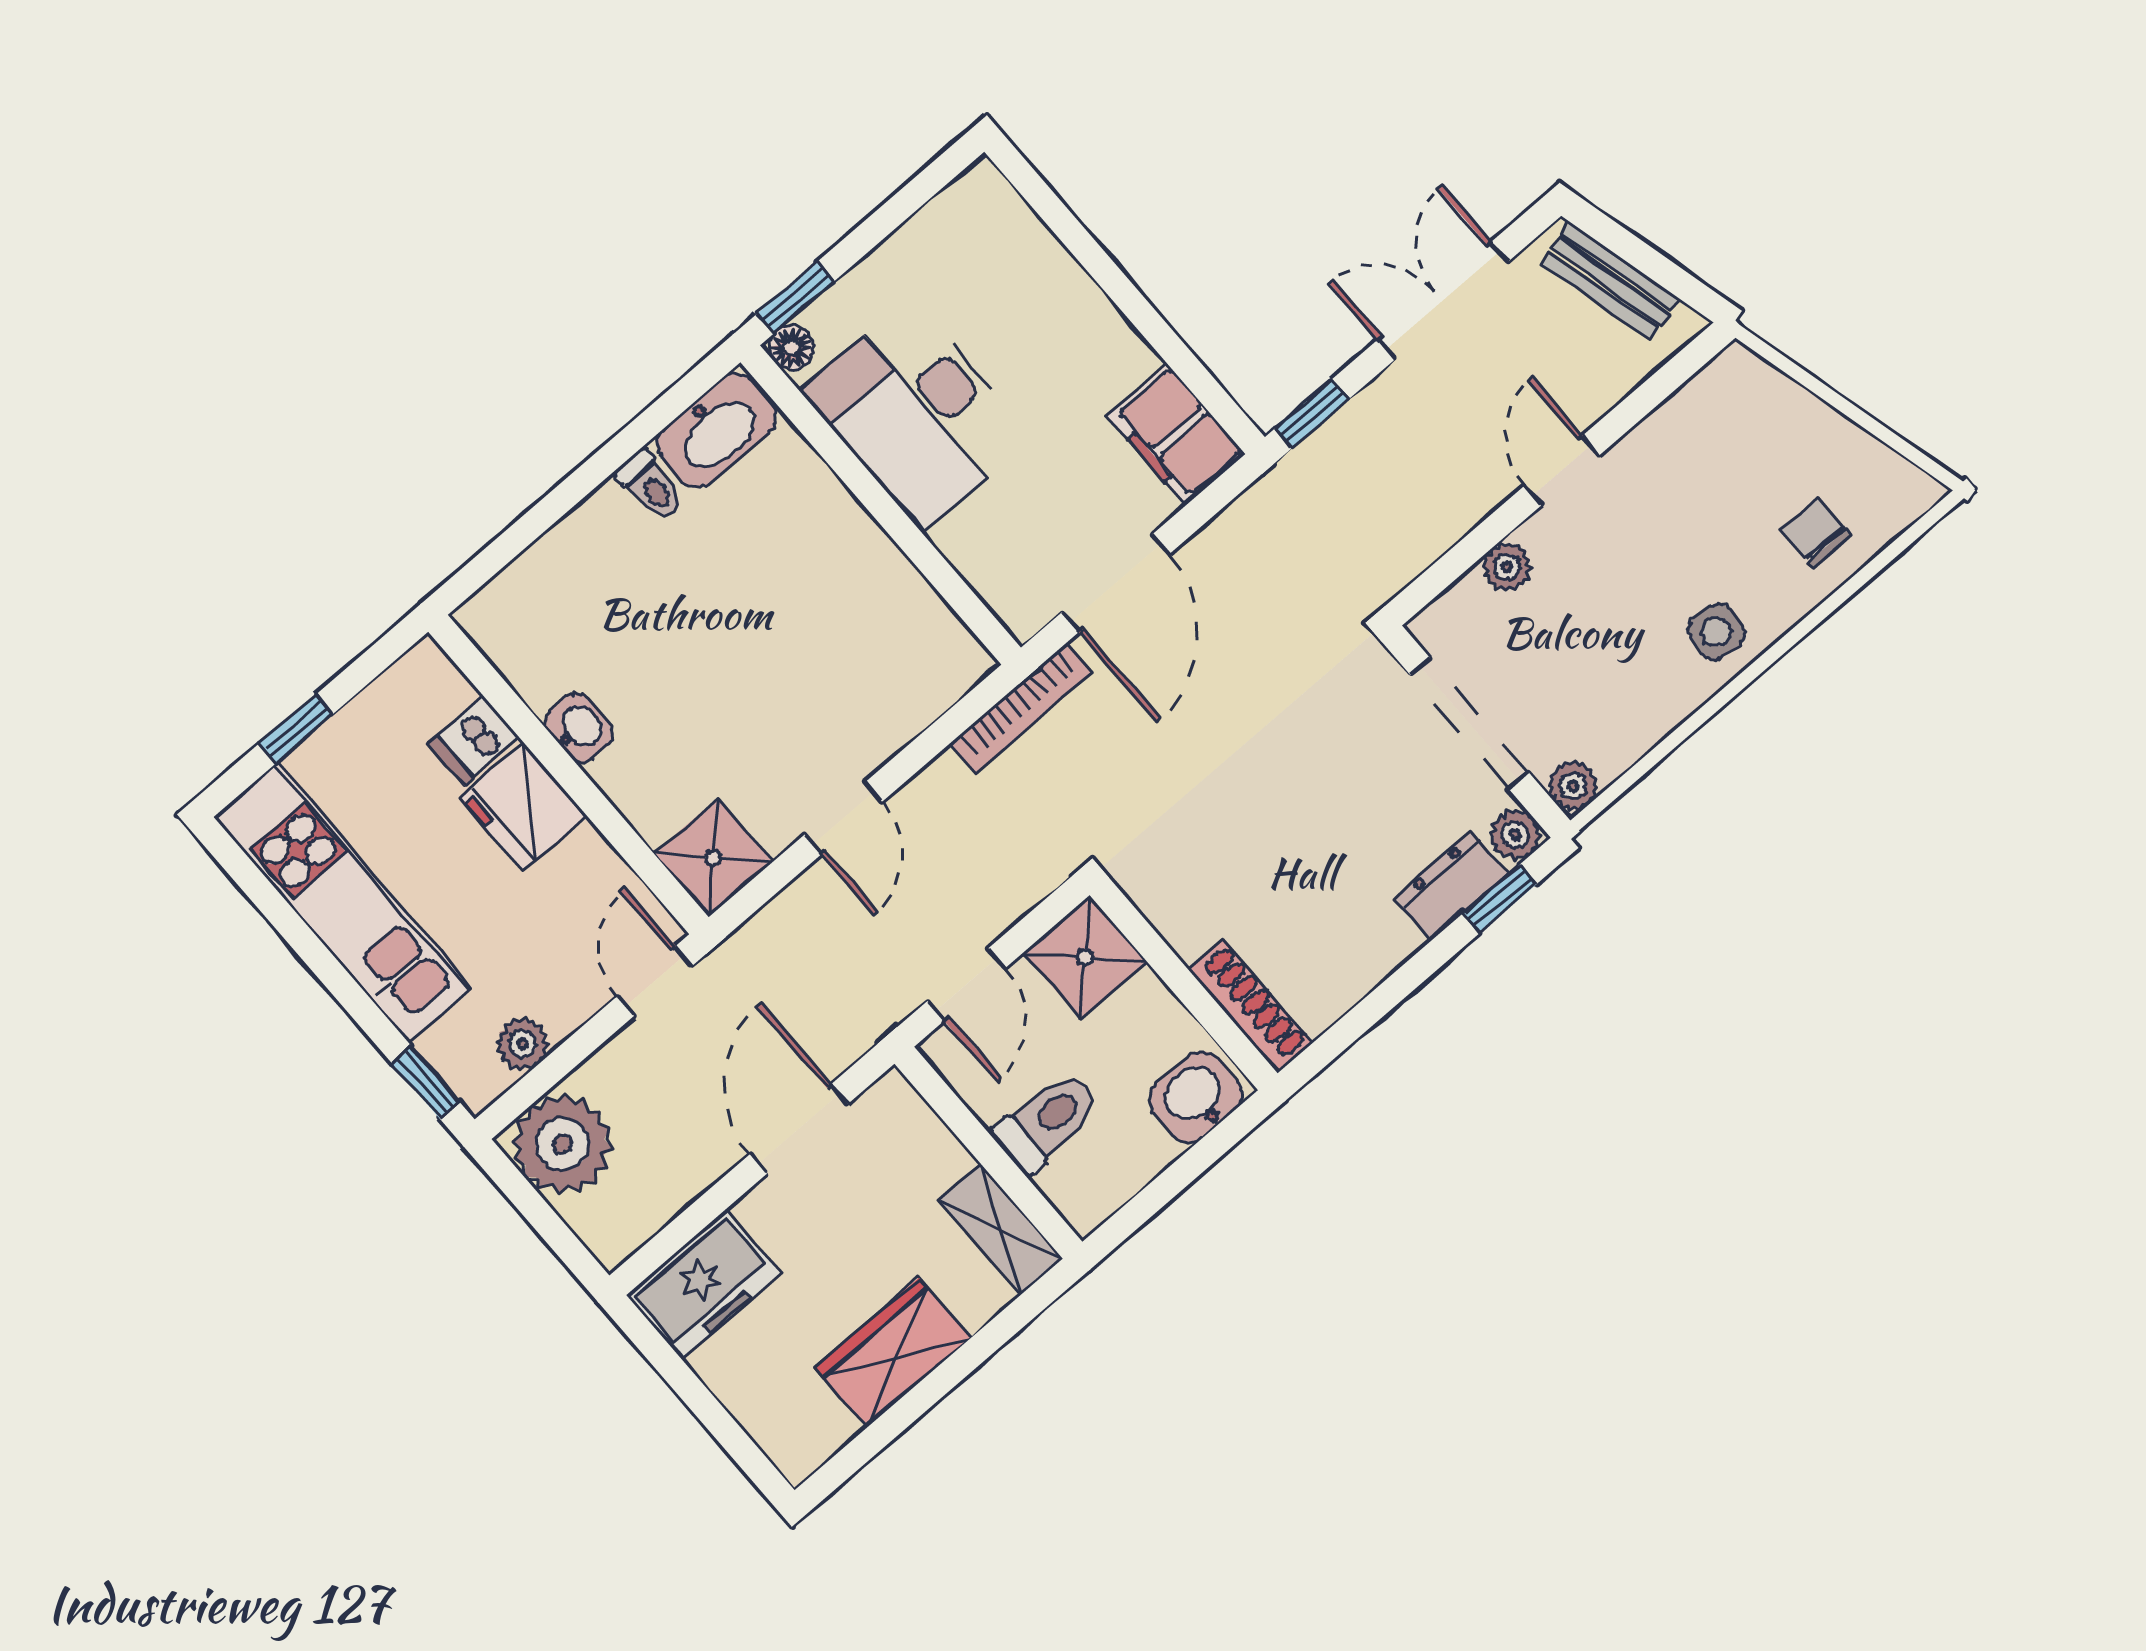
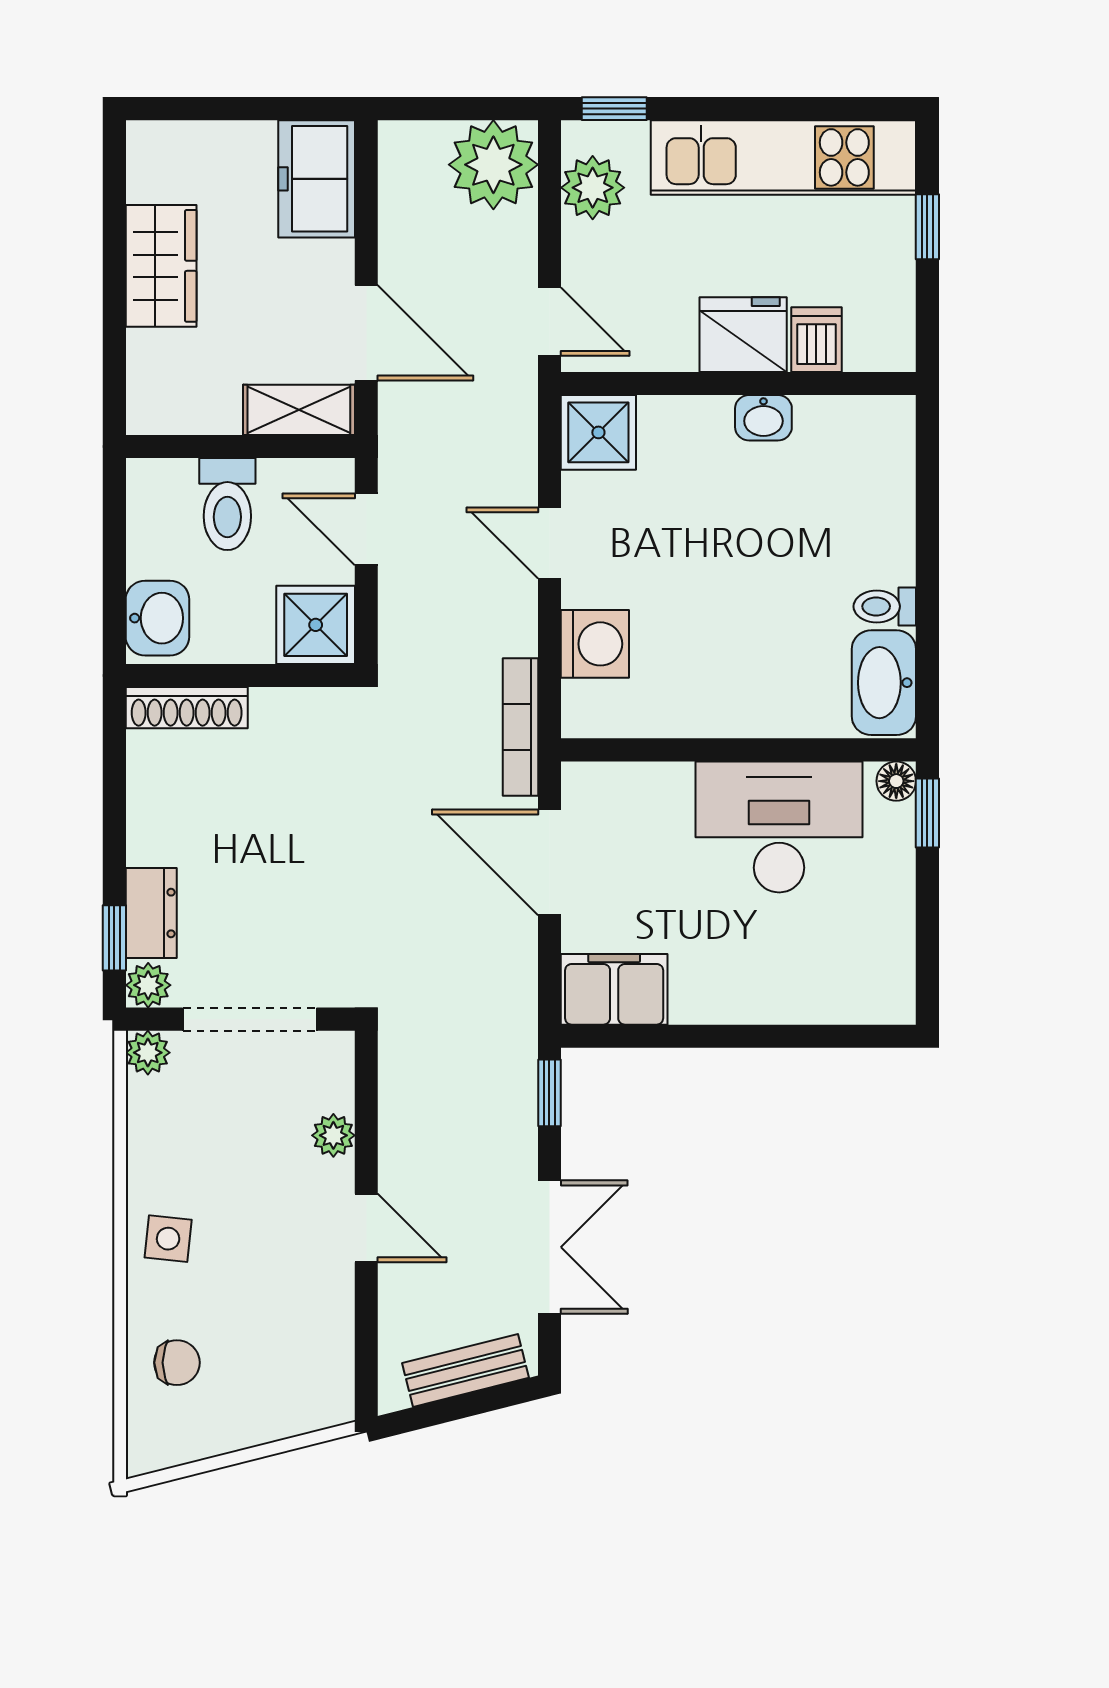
washing machine: (896, 705) -> (595, 644), added
plant: (523, 1044) -> (593, 188), width x1.38, depth x1.38
shelving: (1000, 1230) -> (299, 410), moved

